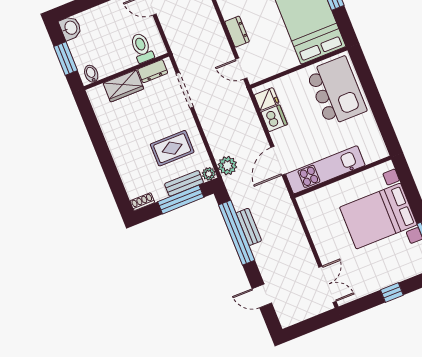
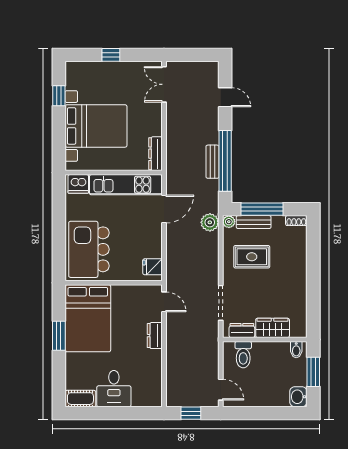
dishwasher: (274, 118) -> (78, 184), moved, turned -90
dresser: (308, 212) -> (155, 154), added

